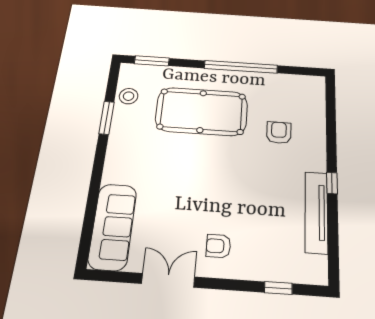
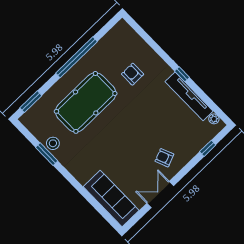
stool: (129, 96) -> (53, 143), moved
armchair: (218, 246) -> (164, 158), turned 68
plant: (320, 264) -> (214, 119), added

